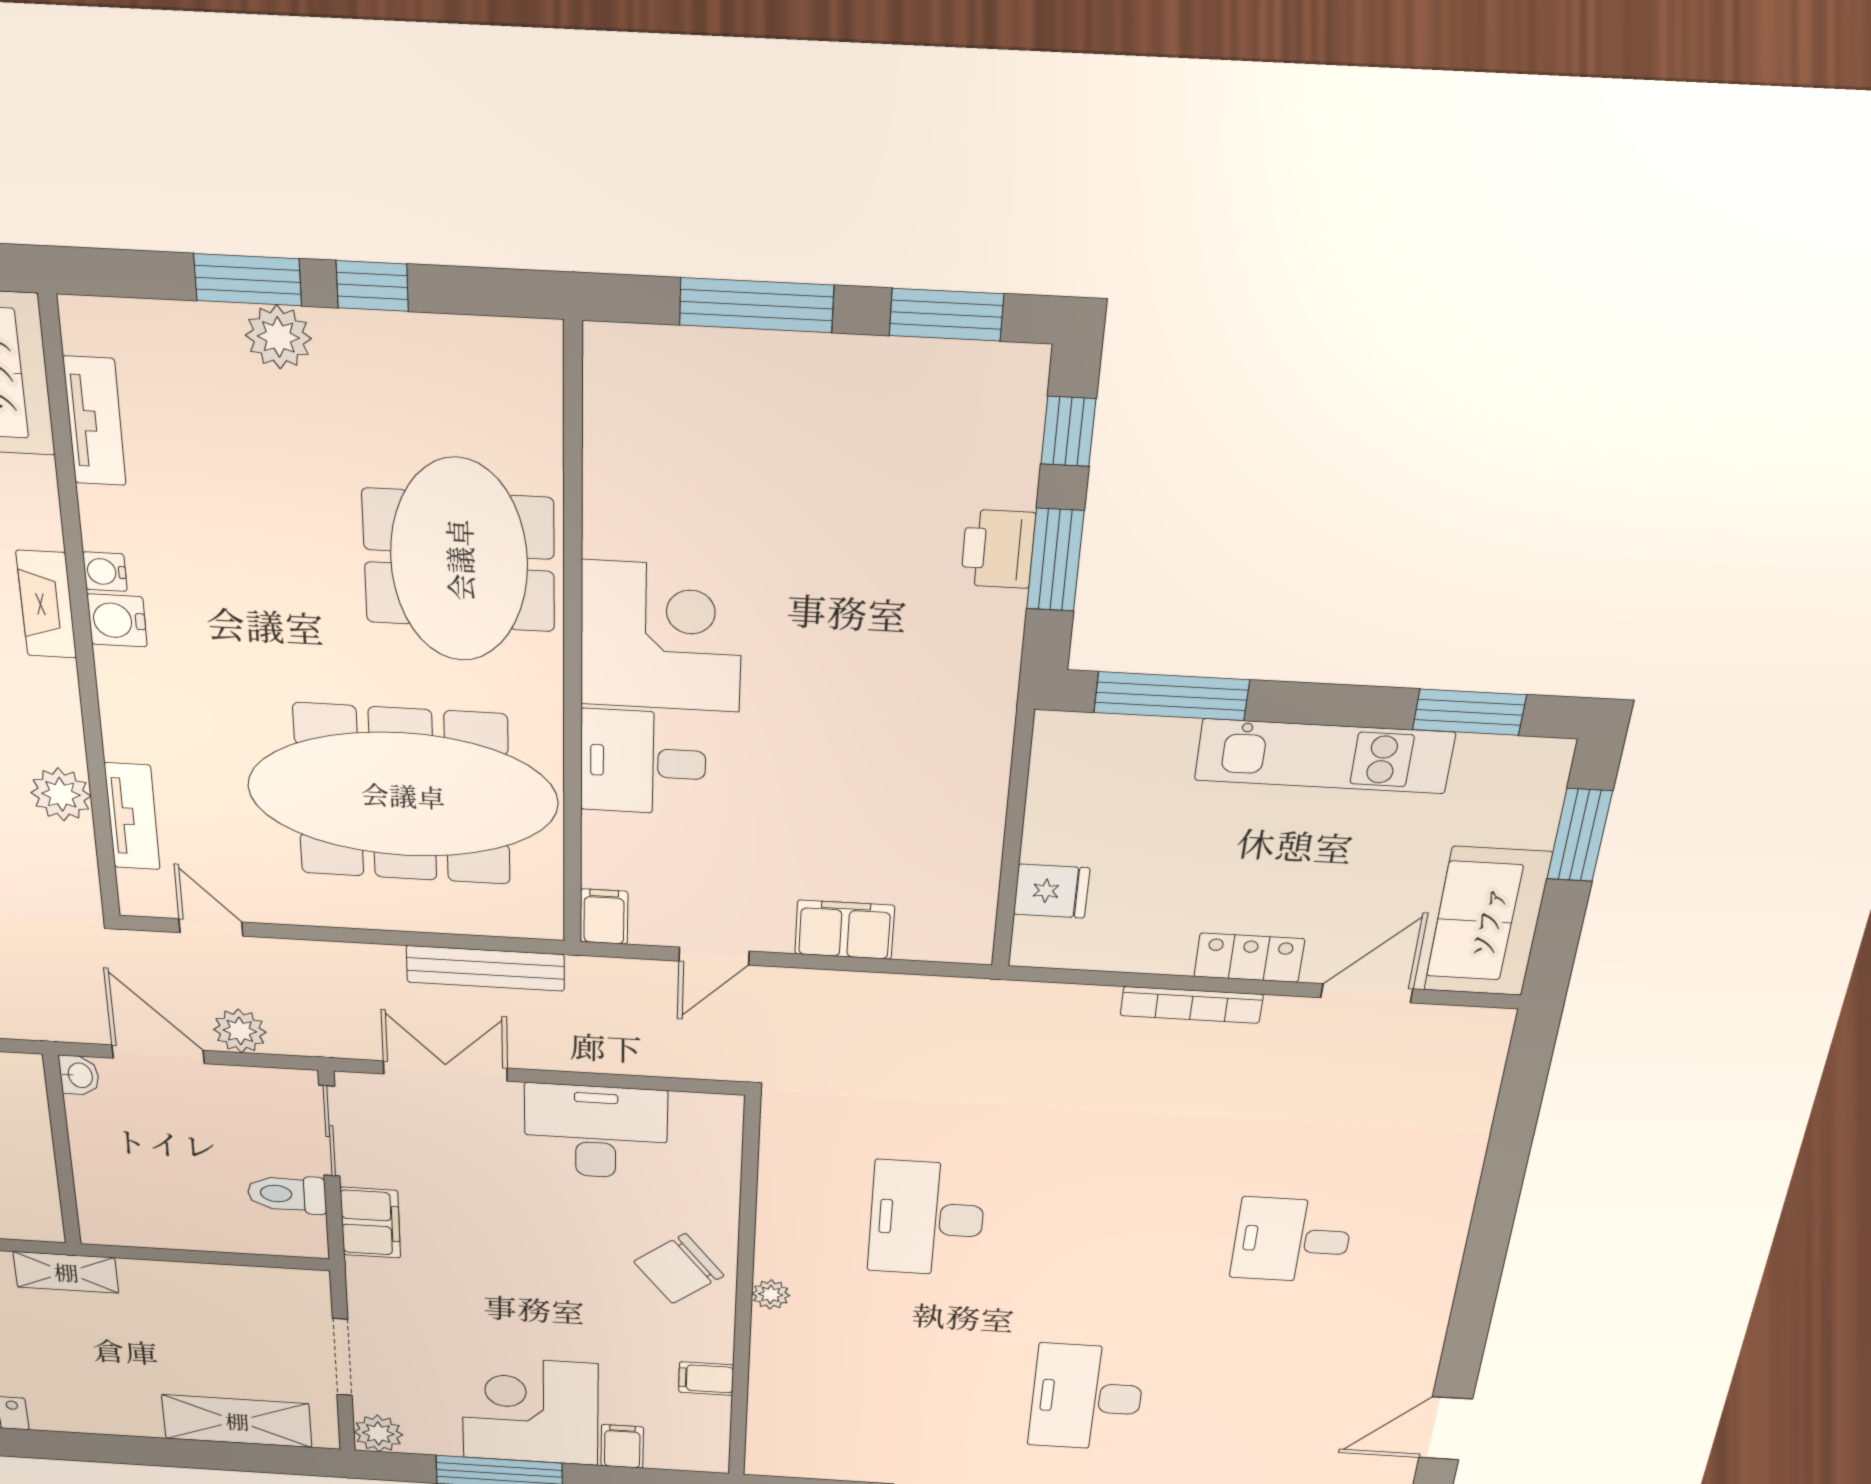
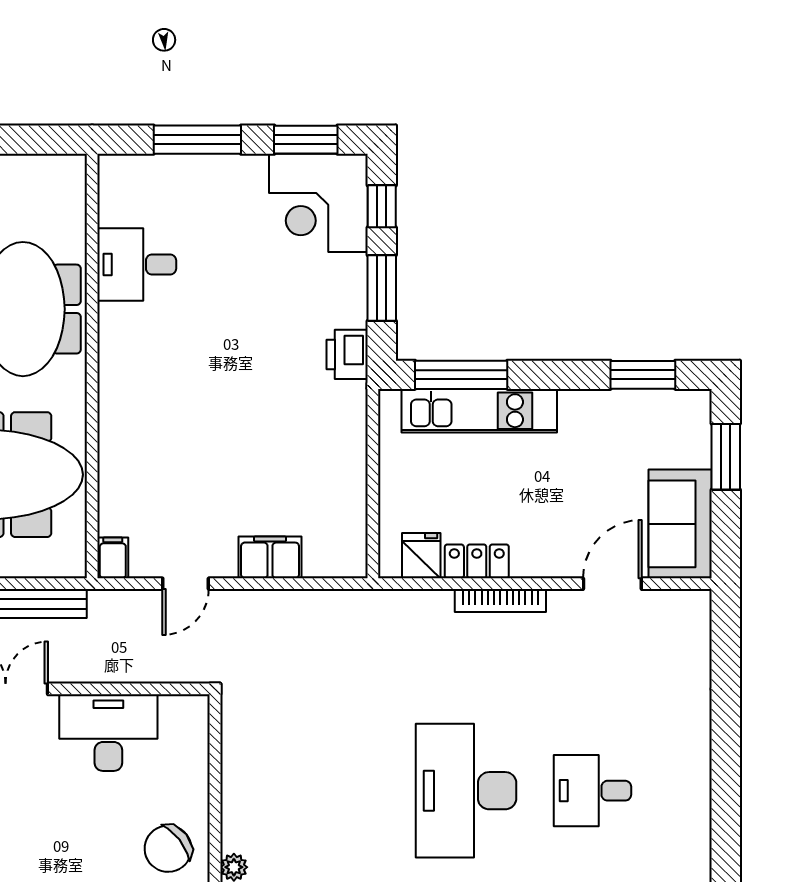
printer: (998, 549) -> (347, 354), moved
corner desk: (661, 637) -> (318, 203), moved, turned 180
kitchen unit: (1324, 756) -> (479, 411), moved
desk: (643, 762) -> (137, 264), moved
fridge: (1052, 891) -> (421, 556), moved, turned -90
locker: (1249, 958) -> (477, 561), moved
desk: (927, 1218) -> (466, 791), moved, width x1.36, depth x1.30

